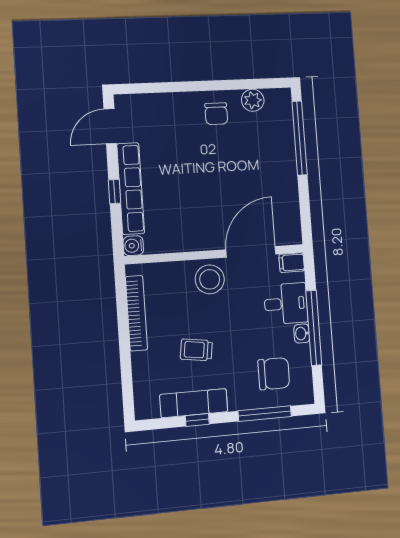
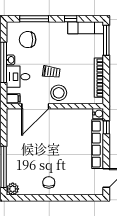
plant: (253, 100) -> (13, 189), moved
window: (114, 192) -> (106, 127), moved
trolley: (196, 350) -> (51, 72), moved
window: (127, 385) -> (106, 40), added
exam couch: (194, 403) -> (86, 28), moved

